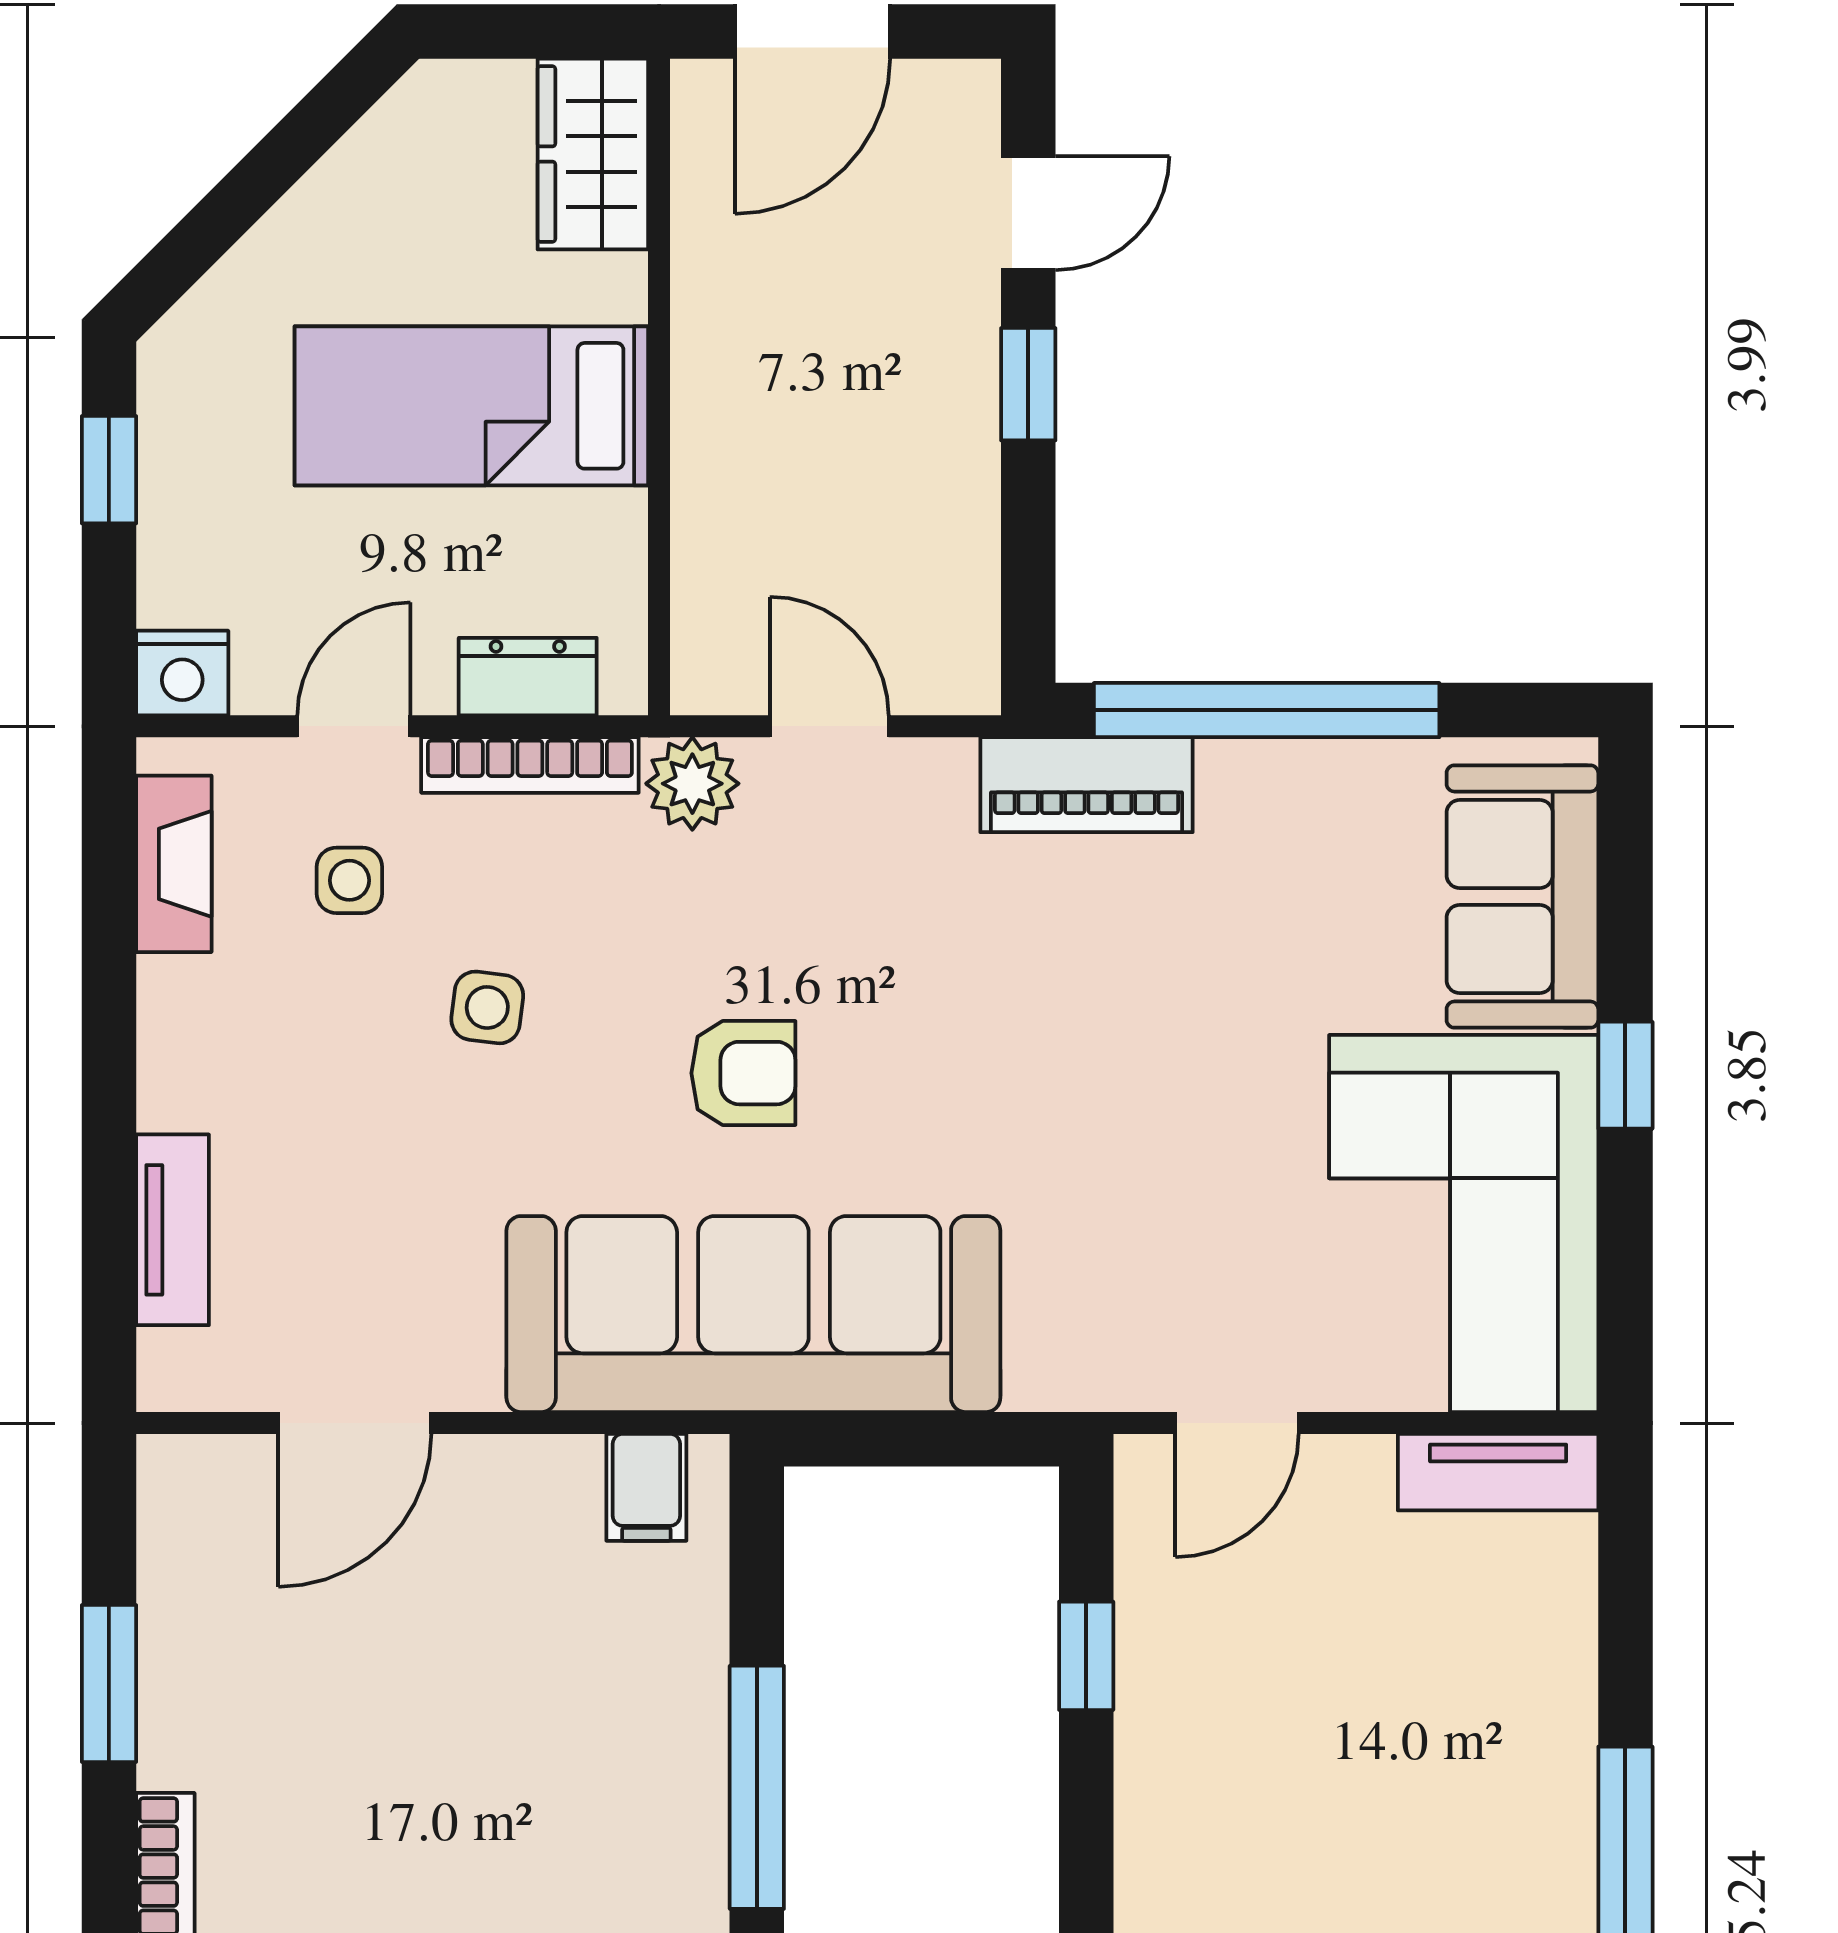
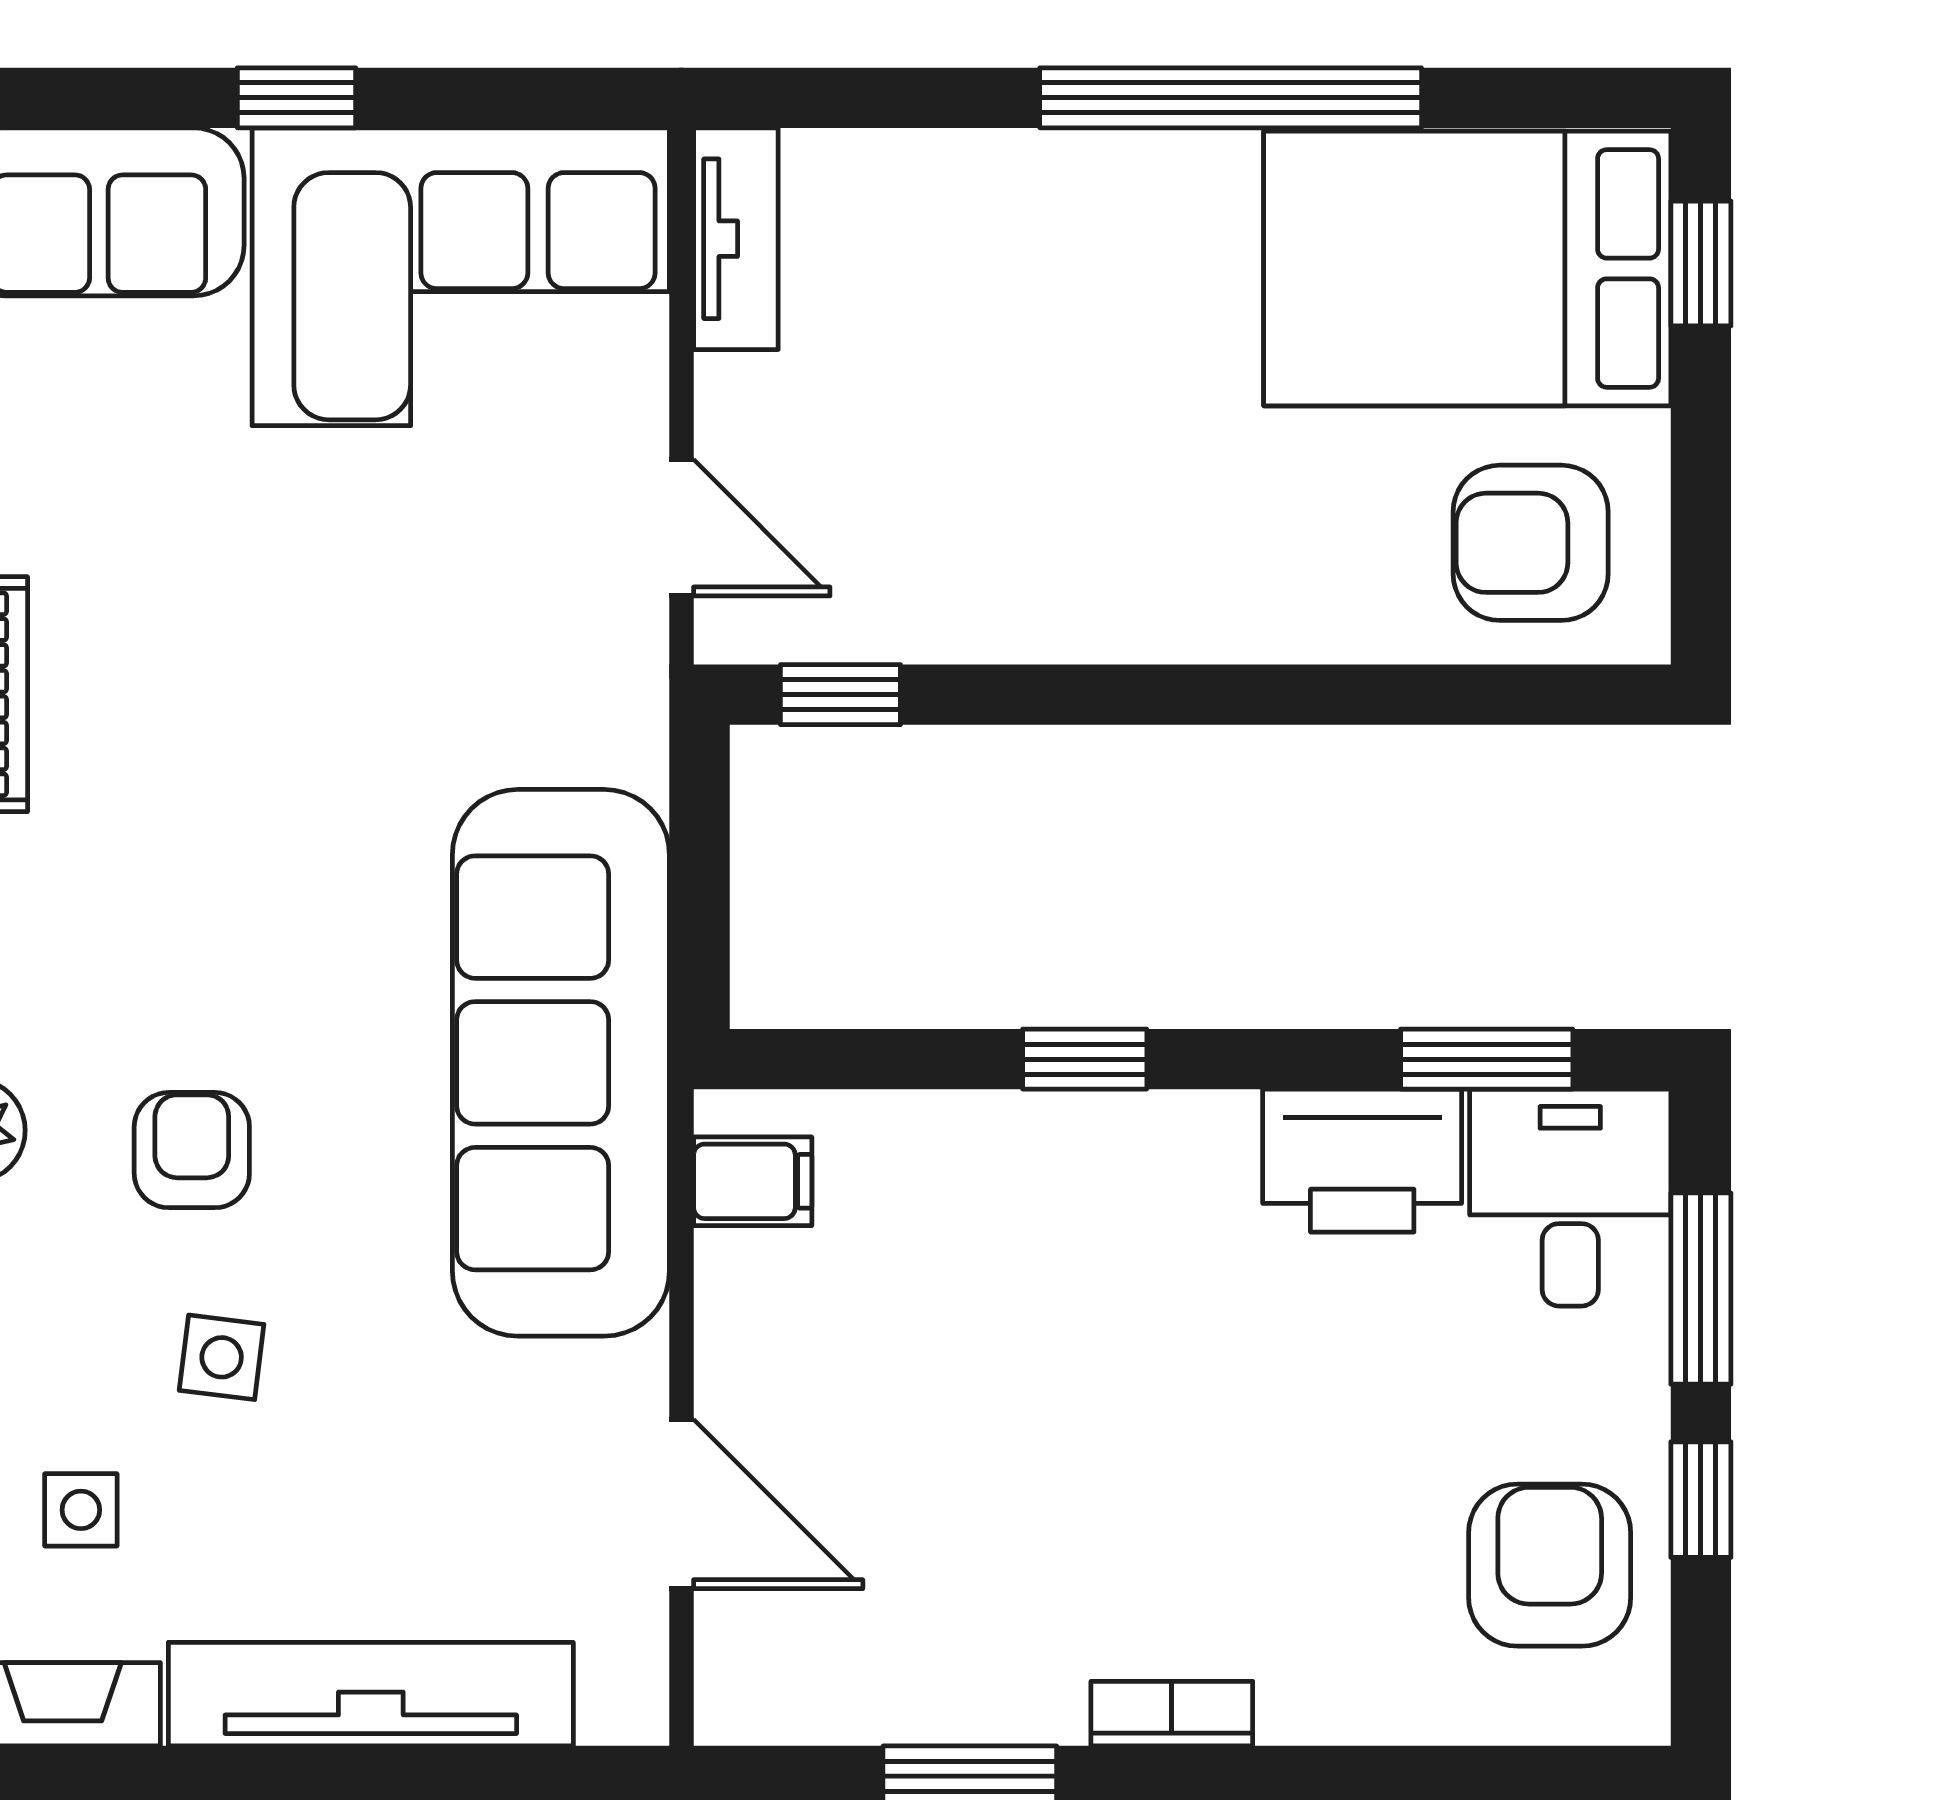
armchair: (743, 1073) -> (192, 1150), moved
tv unit: (173, 1230) -> (371, 1694), width x1.92, depth x1.29
window: (1086, 1656) -> (840, 695), moved
window: (757, 1787) -> (1085, 1059), width x0.46

